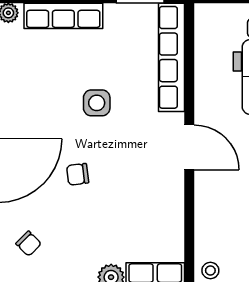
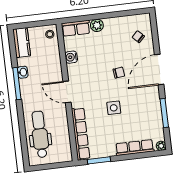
water cooler: (172, 218) -> (71, 57), added

